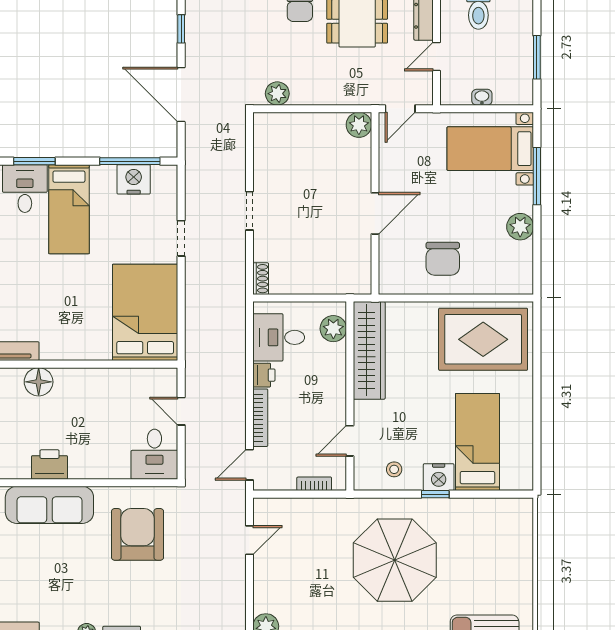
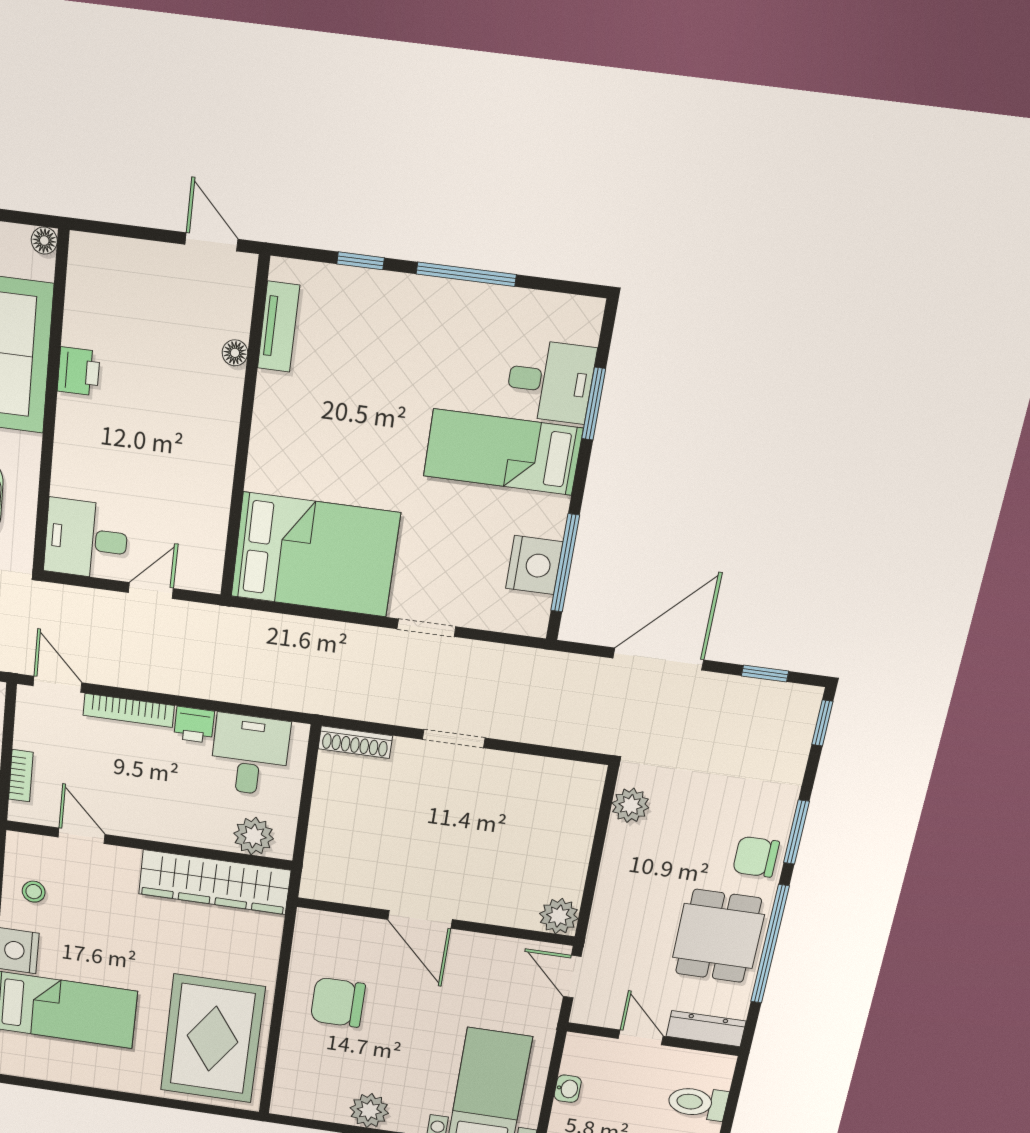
shoe rack: (261, 279) -> (355, 742), width x1.43
floor lamp: (39, 382) -> (235, 353), width x0.53, depth x0.53
printer: (50, 464) -> (79, 371), width x0.73, depth x0.81

